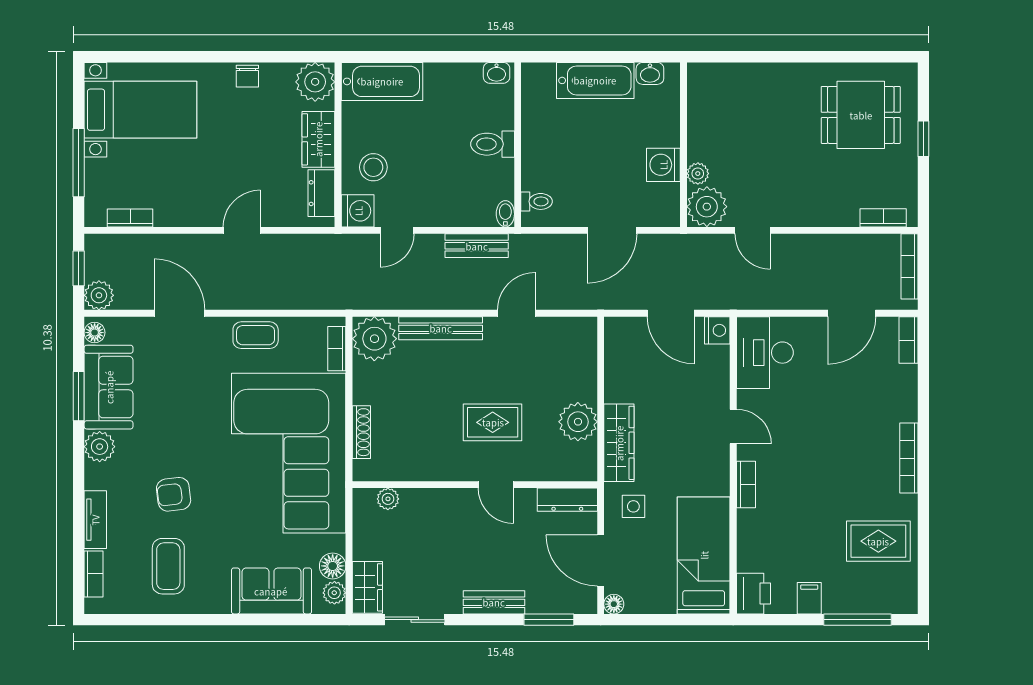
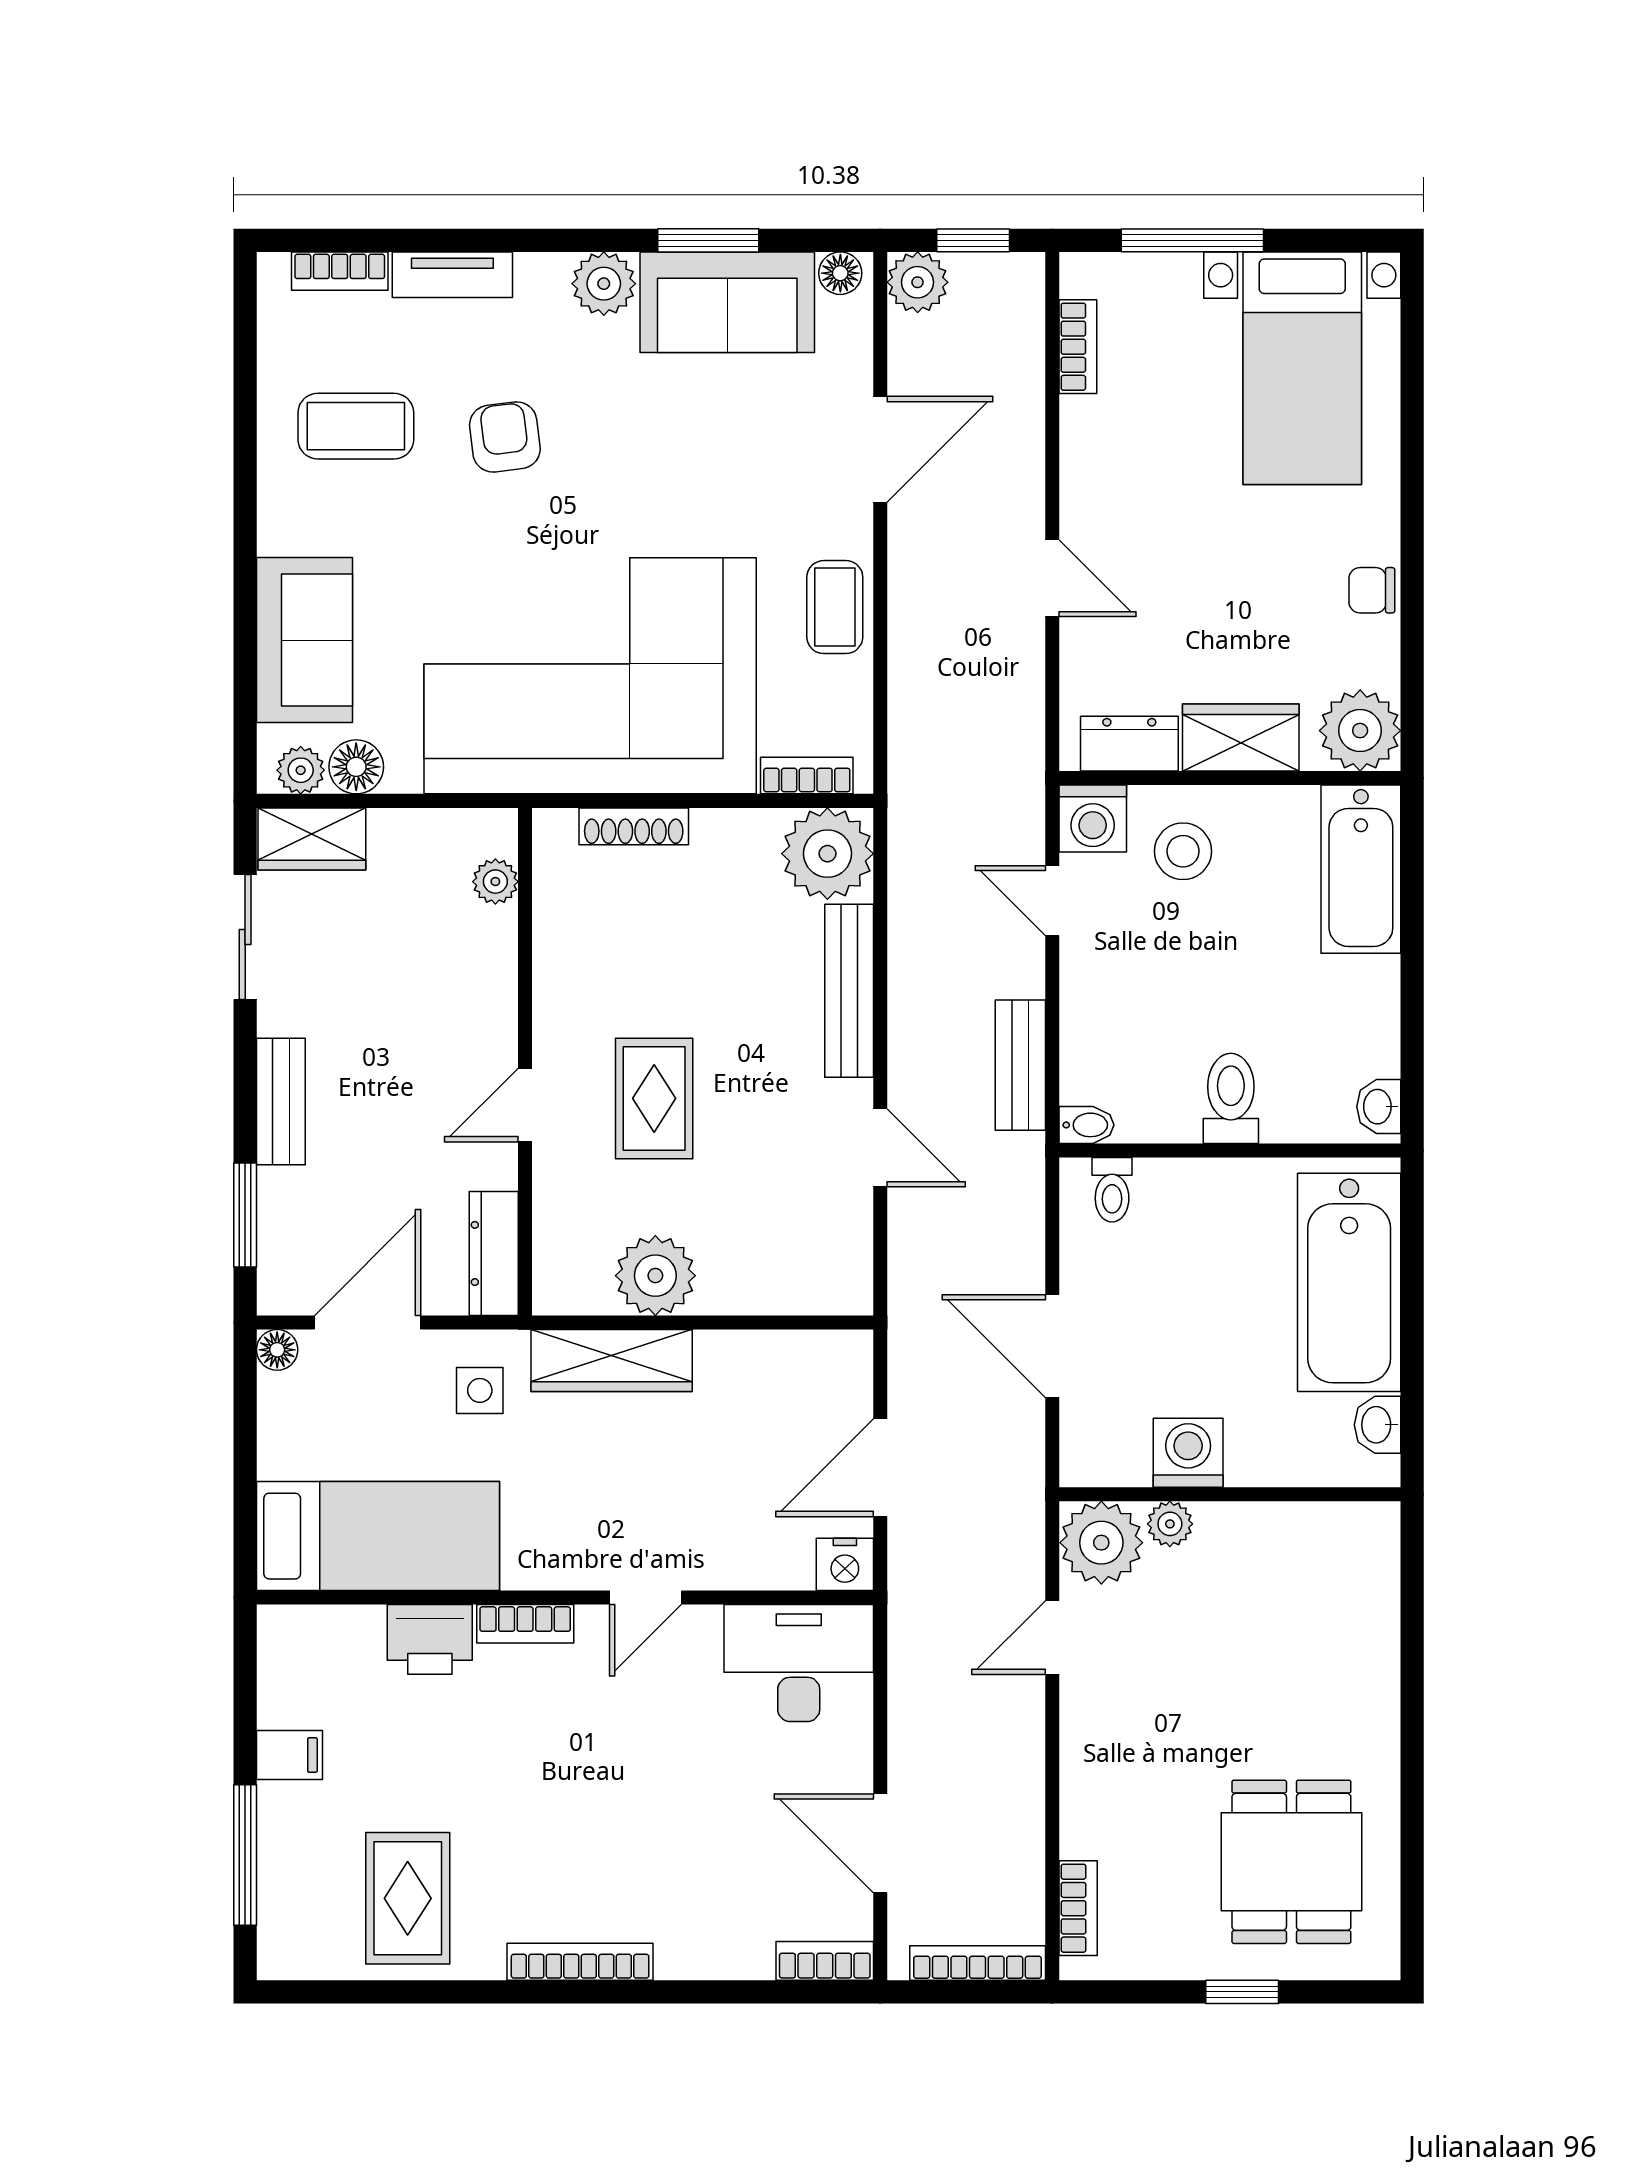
bathtub: (595, 80) -> (1349, 1282), width x1.36, depth x1.36
printer: (753, 594) -> (430, 1639), moved

